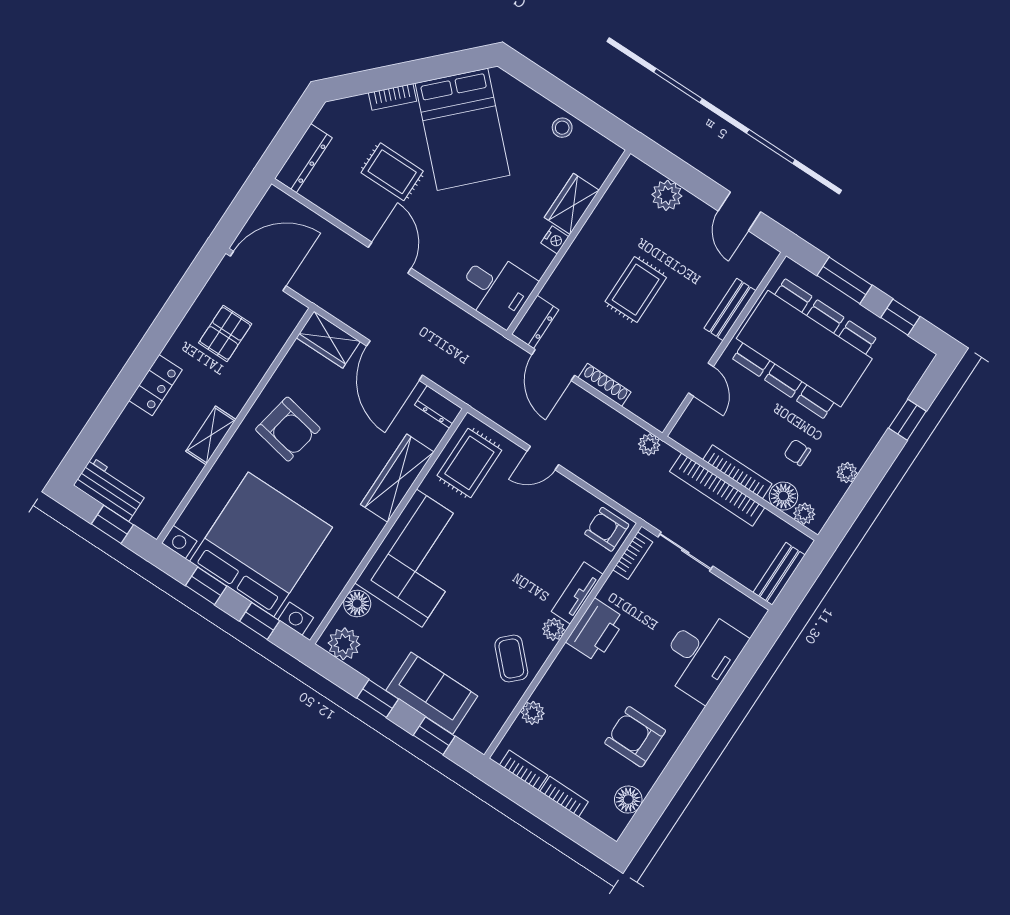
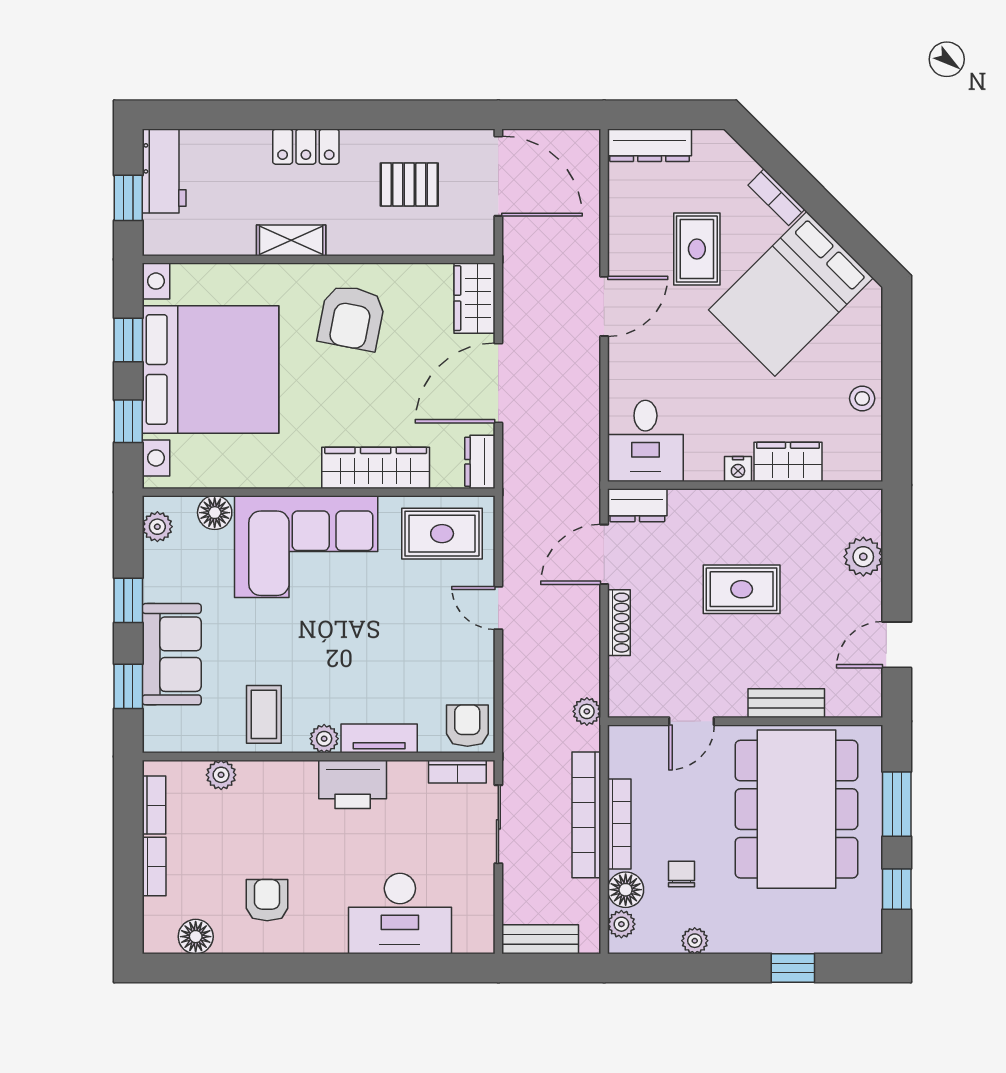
plant: (344, 644) -> (157, 527), width x0.73, depth x0.73
coffee table: (511, 659) -> (264, 714), turned -46
armchair: (635, 737) -> (267, 900), width x0.72, depth x0.72

